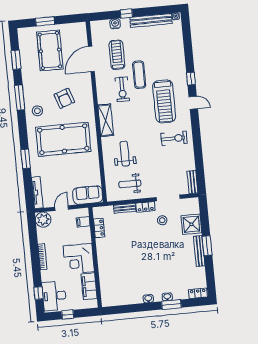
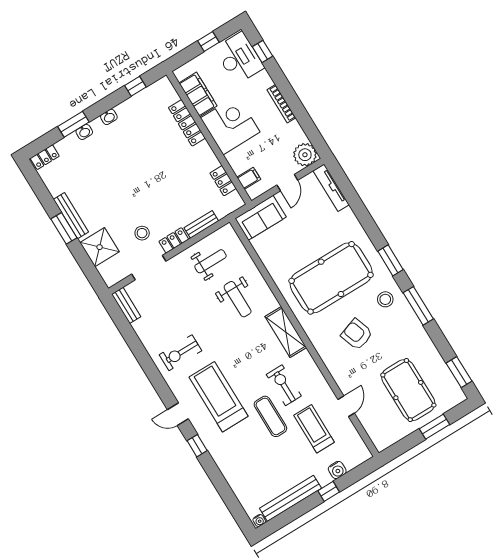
treadmill: (117, 55) -> (314, 429), turned 180
door: (91, 59) -> (346, 406), width x0.53
window: (16, 60) -> (459, 372), moved
window: (26, 159) -> (390, 260), moved
locker: (104, 273) -> (187, 123), added
window: (124, 309) -> (135, 86), added

